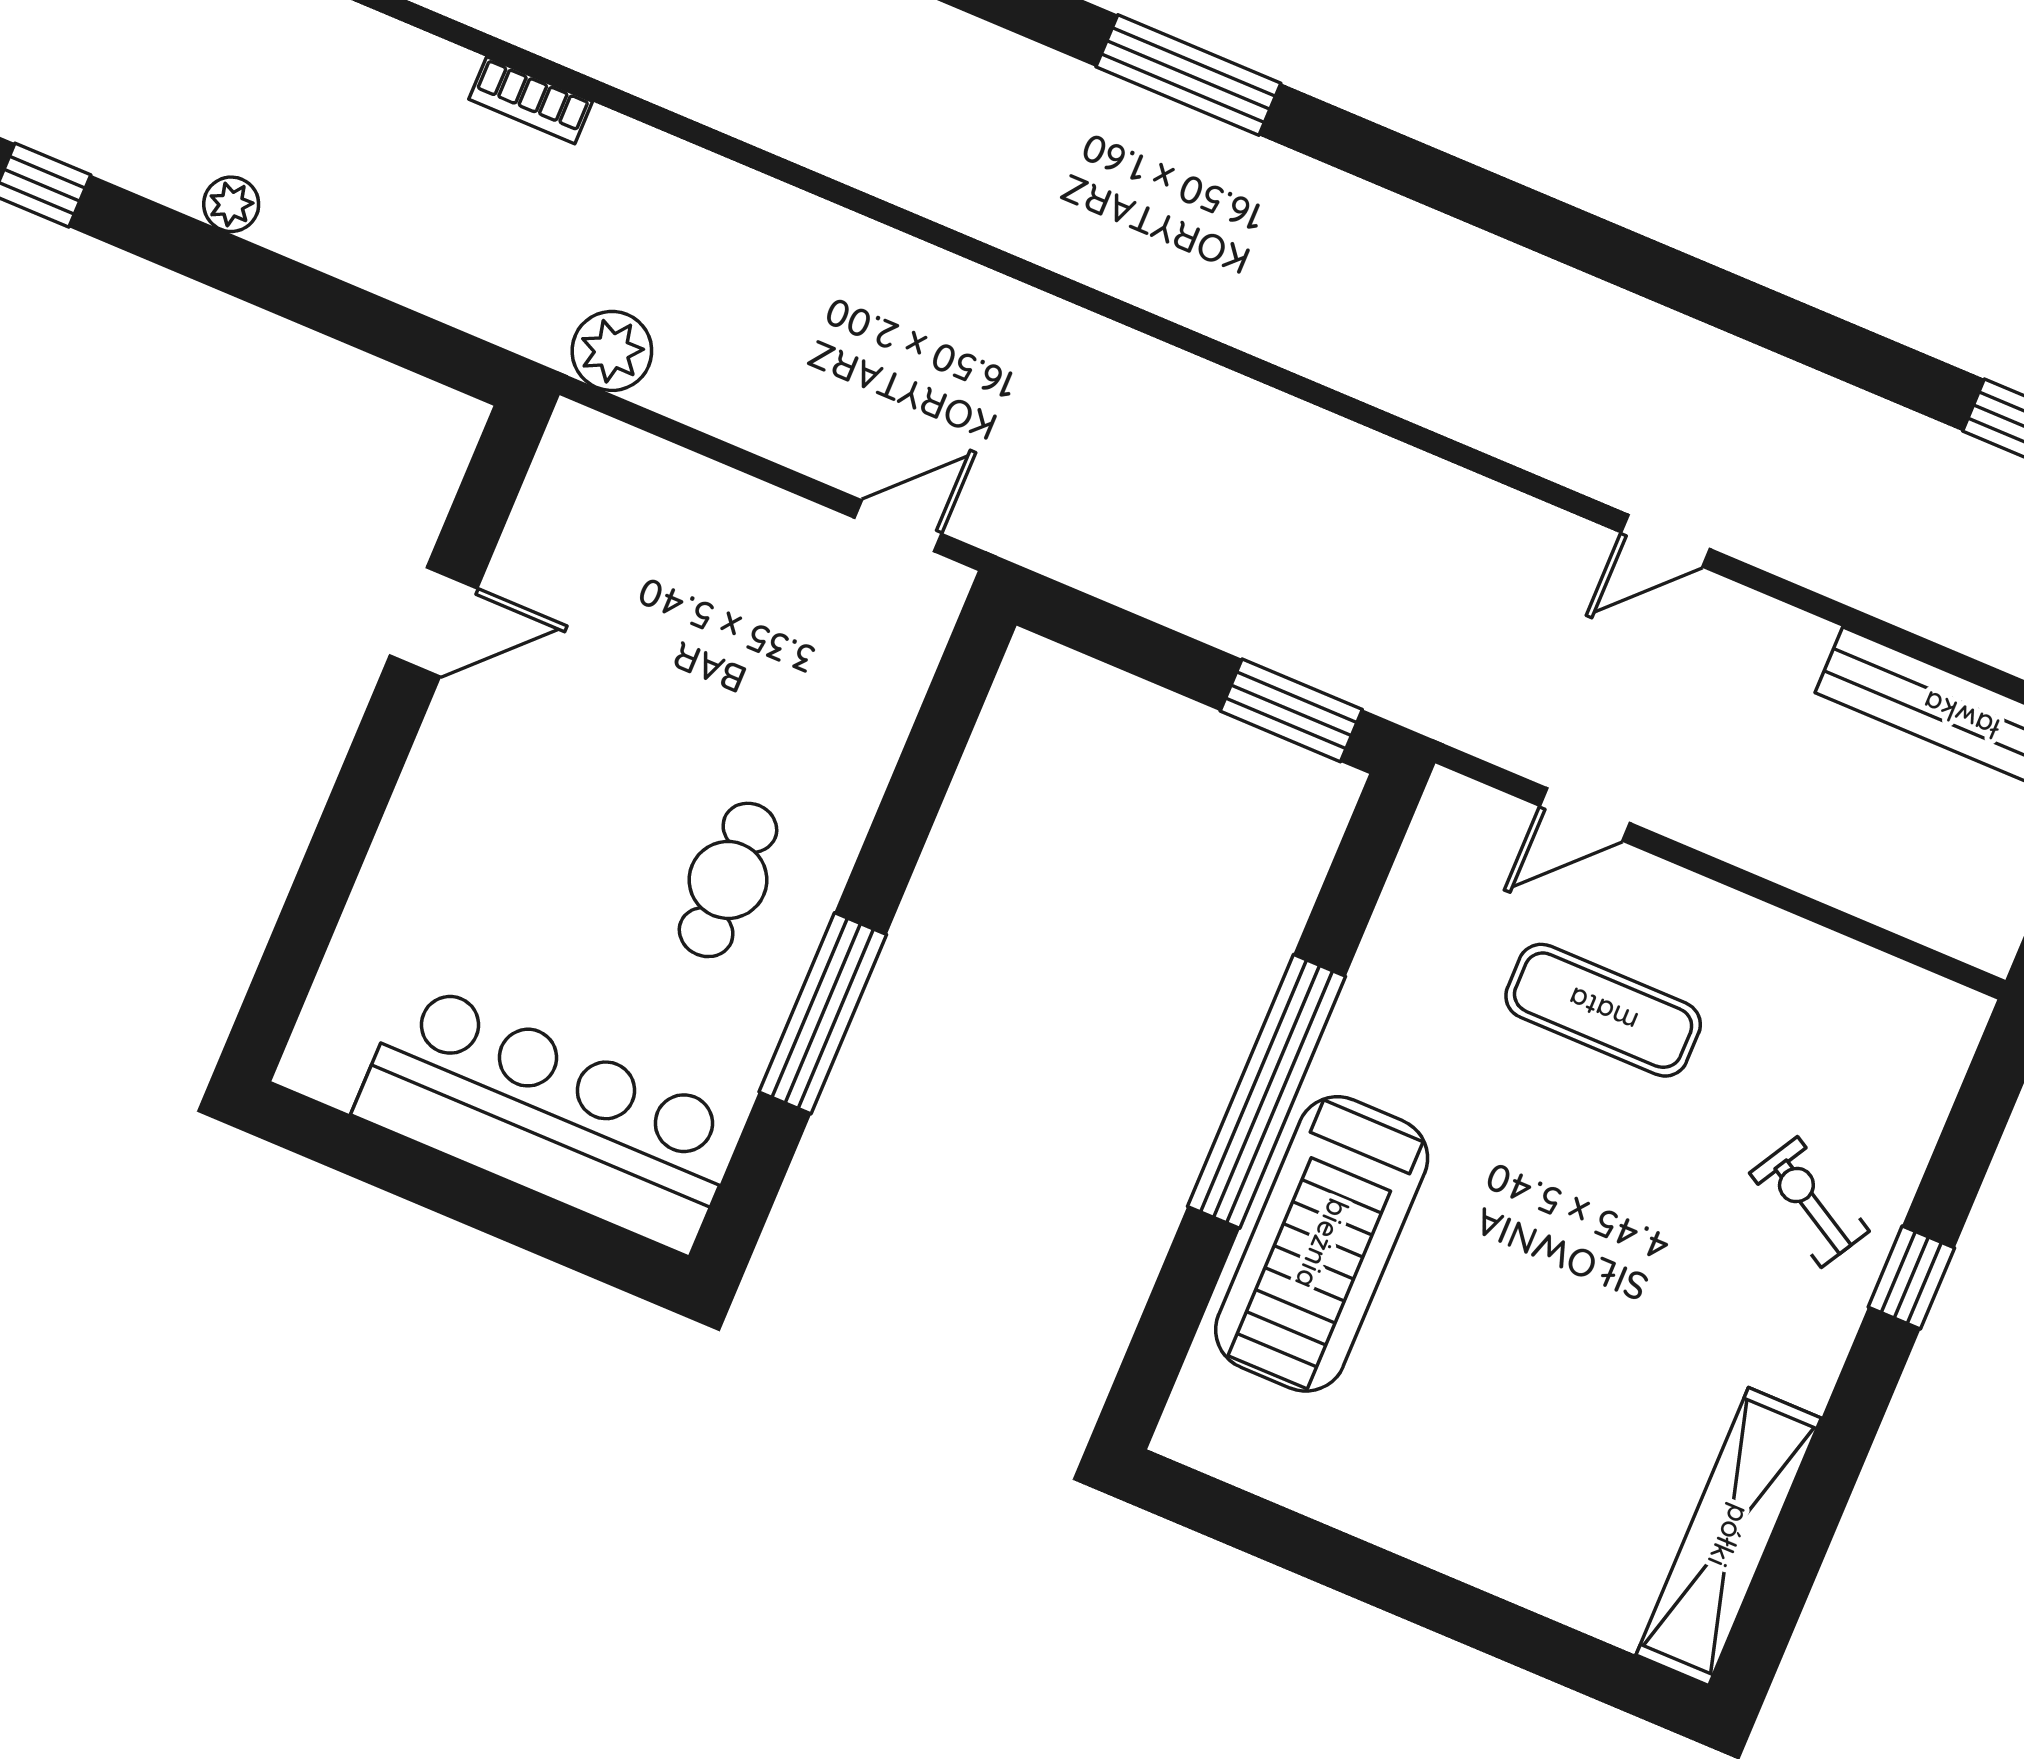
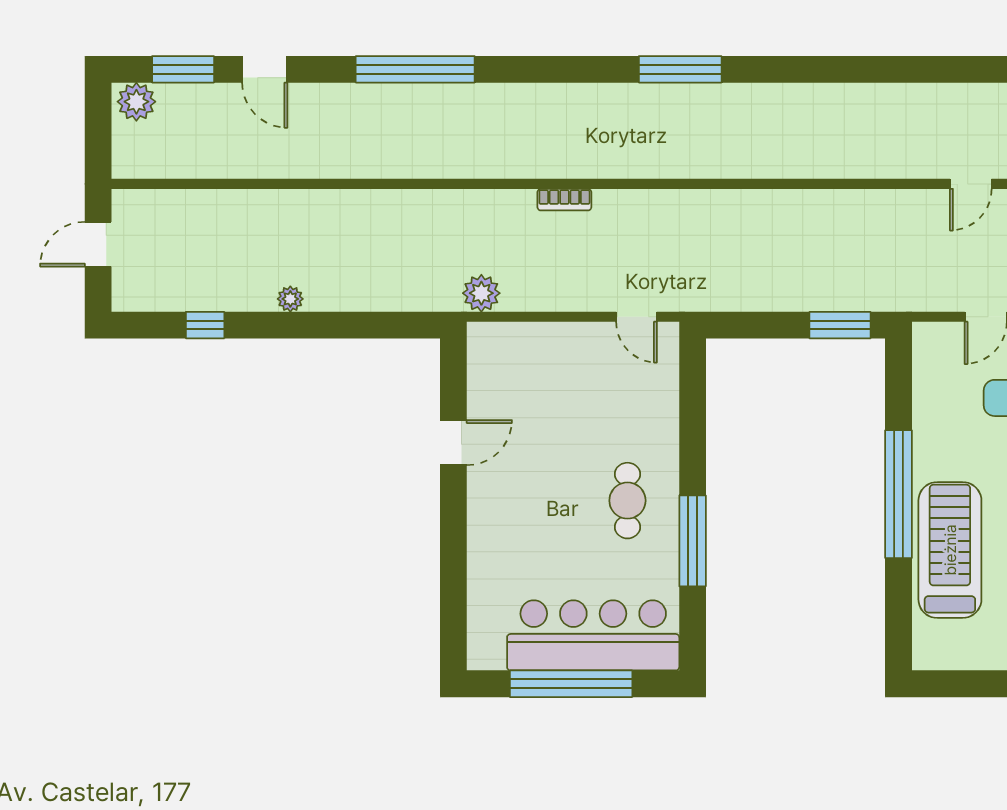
bookcase: (531, 100) -> (564, 200), moved
door: (898, 526) -> (637, 317), swing flipped
window: (465, 1194) -> (571, 684), added
treadmill: (1322, 1244) -> (950, 550), turned 180

